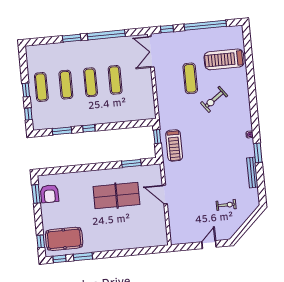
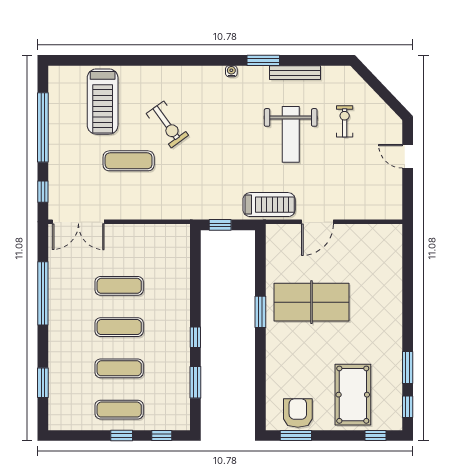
window: (72, 38) -> (43, 383), moved
treadmill: (174, 145) -> (269, 205), moved
window: (131, 163) -> (260, 312), moved
weight bench: (215, 173) -> (291, 134), added
armchair: (50, 194) -> (298, 413), turned -90
table tennis table: (116, 196) -> (312, 302), turned 90
pool table: (64, 239) -> (353, 395), moved

